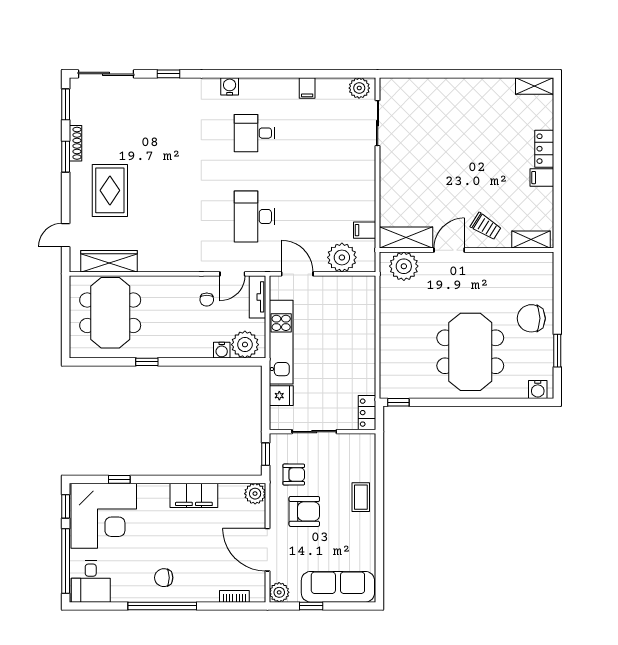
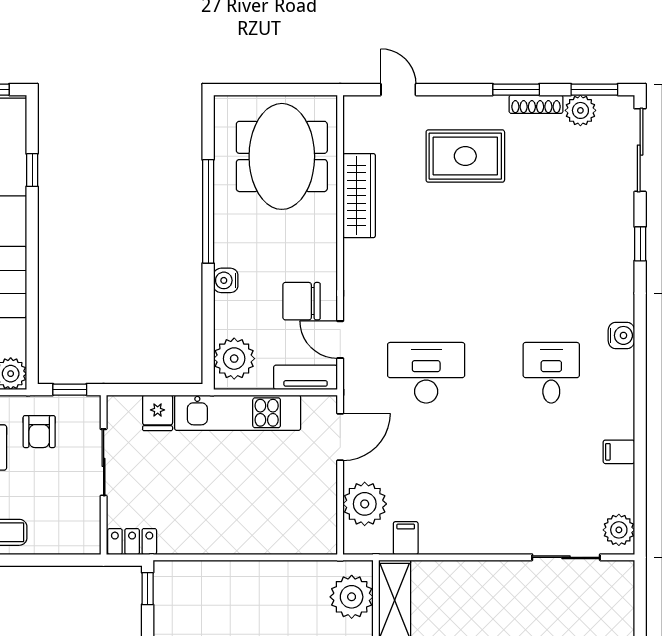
plant: (80, 114) -> (580, 110), added
wardrobe: (109, 261) -> (359, 196), moved
chair: (207, 300) -> (302, 301), width x1.87, depth x1.87
meeting table: (110, 313) -> (282, 156), turned 90
water cooler: (222, 350) -> (226, 280), moved
window: (147, 362) -> (208, 211), width x3.17

